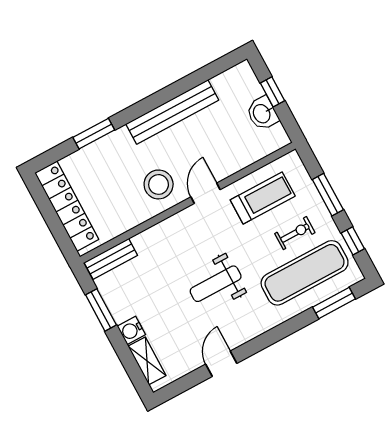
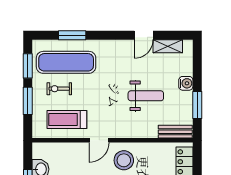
window: (353, 241) -> (28, 66), width x1.50
weight bench: (216, 284) -> (146, 96), moved
window: (334, 303) -> (72, 35), moved
shelving: (147, 361) -> (168, 46), moved, turned 90

